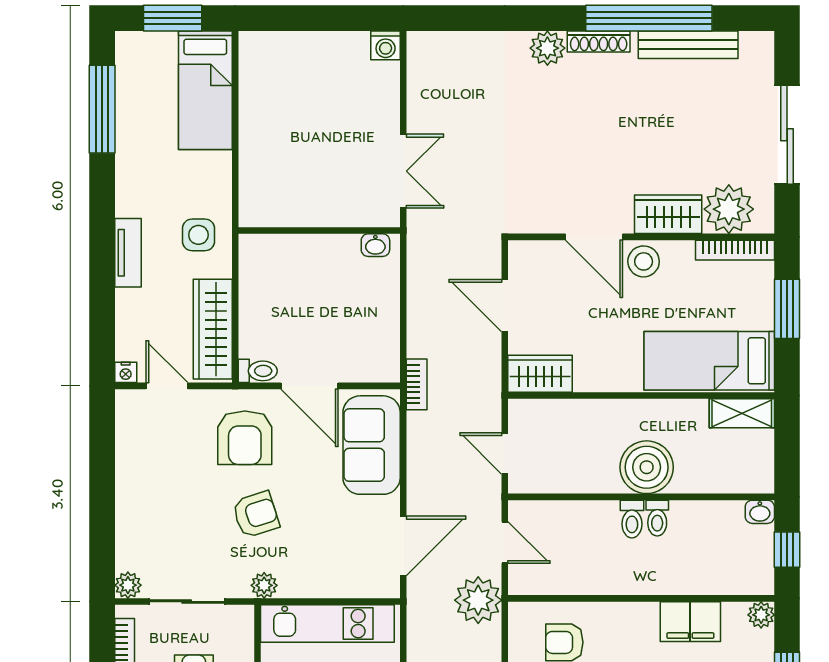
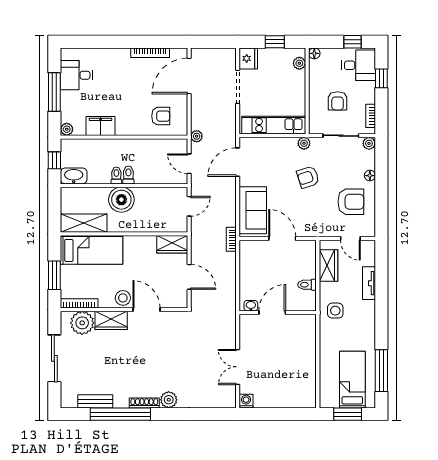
bench: (688, 45) -> (95, 401), width x0.73
bed: (205, 90) -> (352, 380), moved
double door: (403, 171) -> (238, 367), moved
door: (331, 231) -> (272, 313), added
tv unit: (128, 253) -> (369, 283), moved
wardrobe: (213, 329) -> (328, 266), width x0.67
toilet: (258, 371) -> (307, 285), moved
nightstand: (126, 372) -> (370, 245), removed
shelving: (742, 413) -> (84, 223), width x1.50, depth x1.33
armchair: (245, 438) -> (351, 202), moved, turned 90
door: (505, 454) -> (189, 206), hinge flipped
washbasin: (760, 512) -> (74, 176), width x1.91, depth x1.45
floor lamp: (126, 518) -> (370, 176), added
plant: (478, 600) -> (197, 136), width x0.53, depth x0.53

